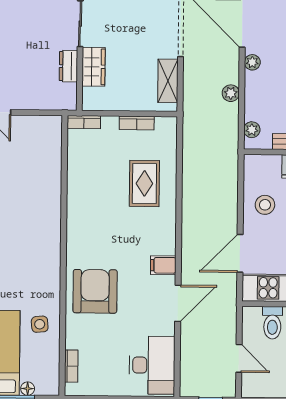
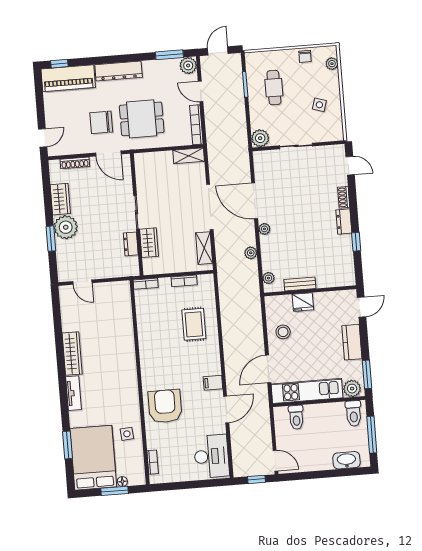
door: (239, 358) -> (275, 461), moved

